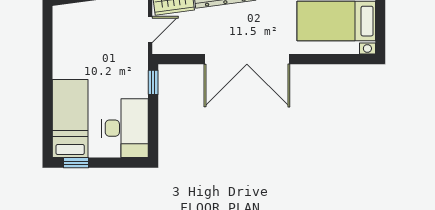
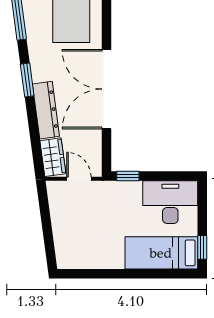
double door: (247, 59) -> (106, 89), swing flipped

